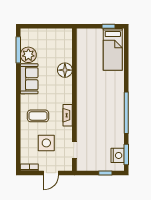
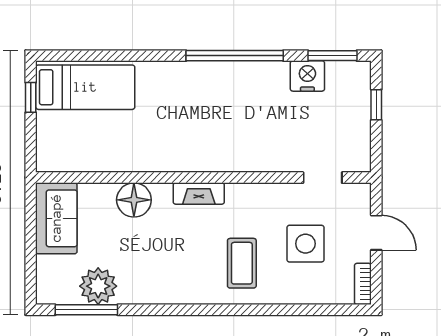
sofa: (29, 79) -> (56, 218), moved, turned 90
fireplace: (68, 115) -> (199, 194), moved
nightstand: (118, 155) -> (307, 76), moved

